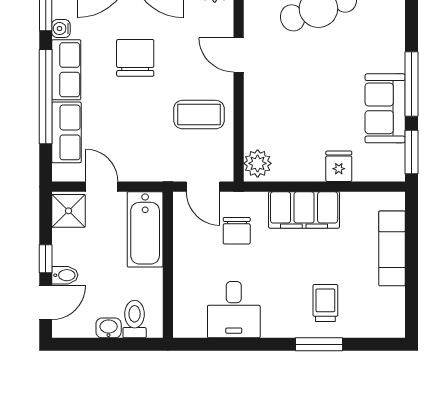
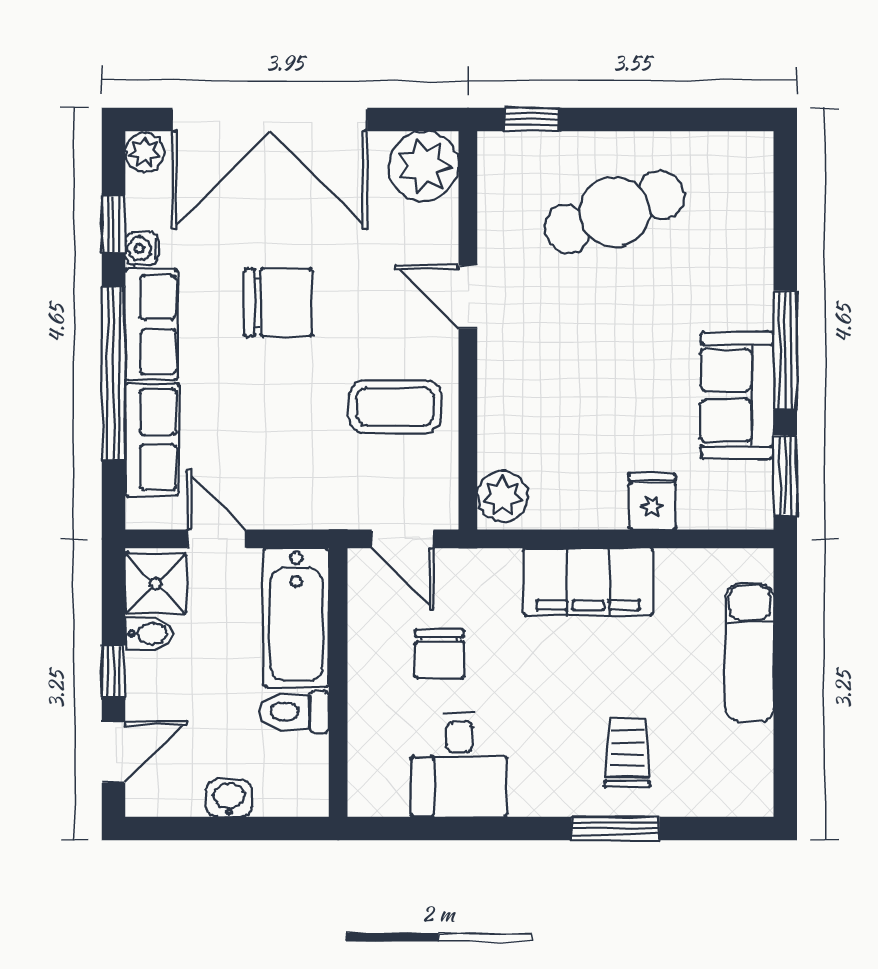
chair: (135, 58) -> (278, 303), turned 90
chair: (237, 231) -> (439, 654), moved
bidet: (65, 275) -> (149, 634), moved
toilet: (135, 319) -> (294, 712), moved, turned -90

